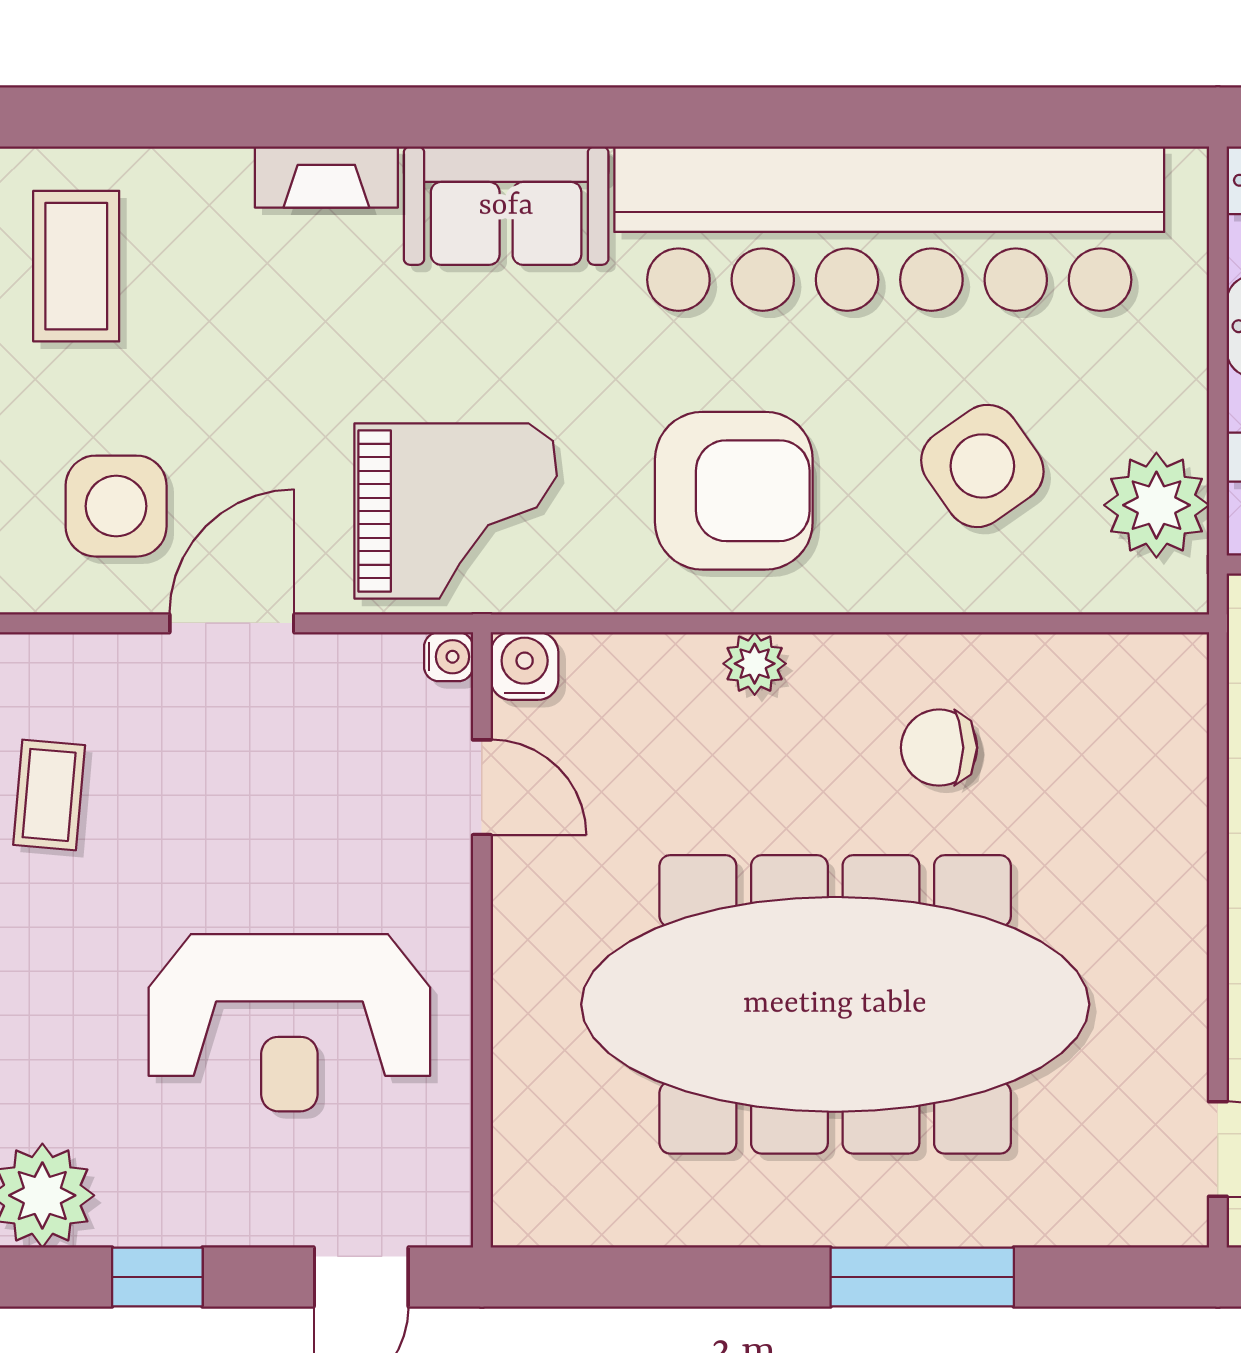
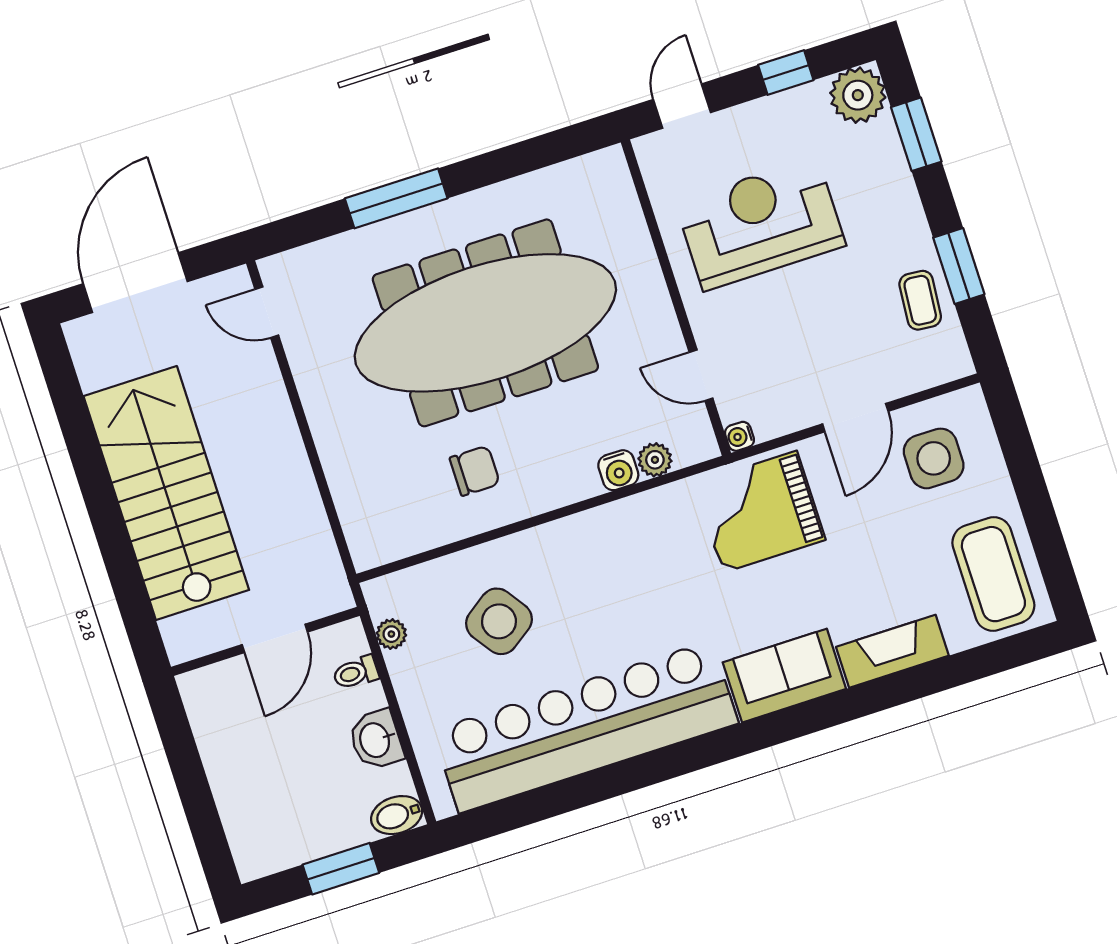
fireplace: (326, 177) -> (892, 651), width x1.37, depth x1.32
coffee table: (76, 266) -> (993, 574), width x1.36, depth x1.32
armchair: (734, 491) -> (621, 568), removed
plant: (1156, 505) -> (391, 634), width x0.53, depth x0.53
plant: (755, 664) -> (655, 460), moved
water cooler: (525, 666) -> (618, 470), moved

